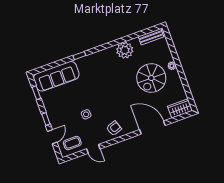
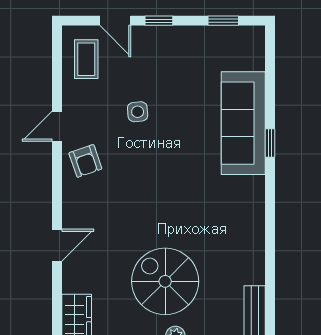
plant: (125, 50) -> (246, 246), removed
sofa: (56, 76) -> (243, 123), moved
door: (152, 127) -> (57, 245), width x0.53
door: (93, 149) -> (57, 126), moved

